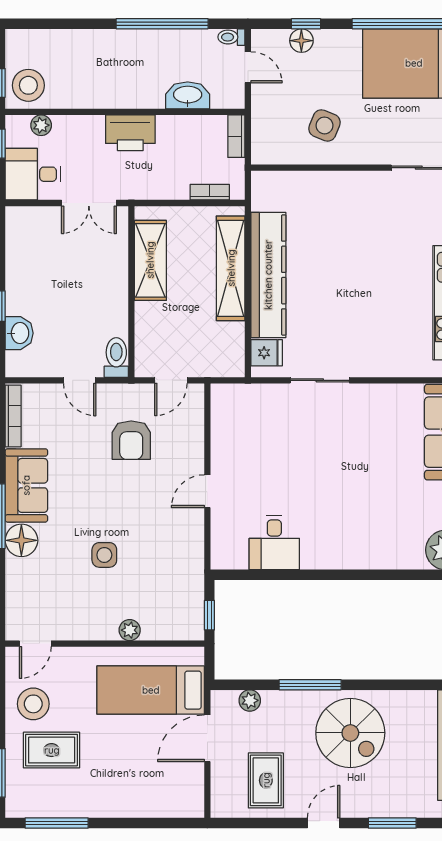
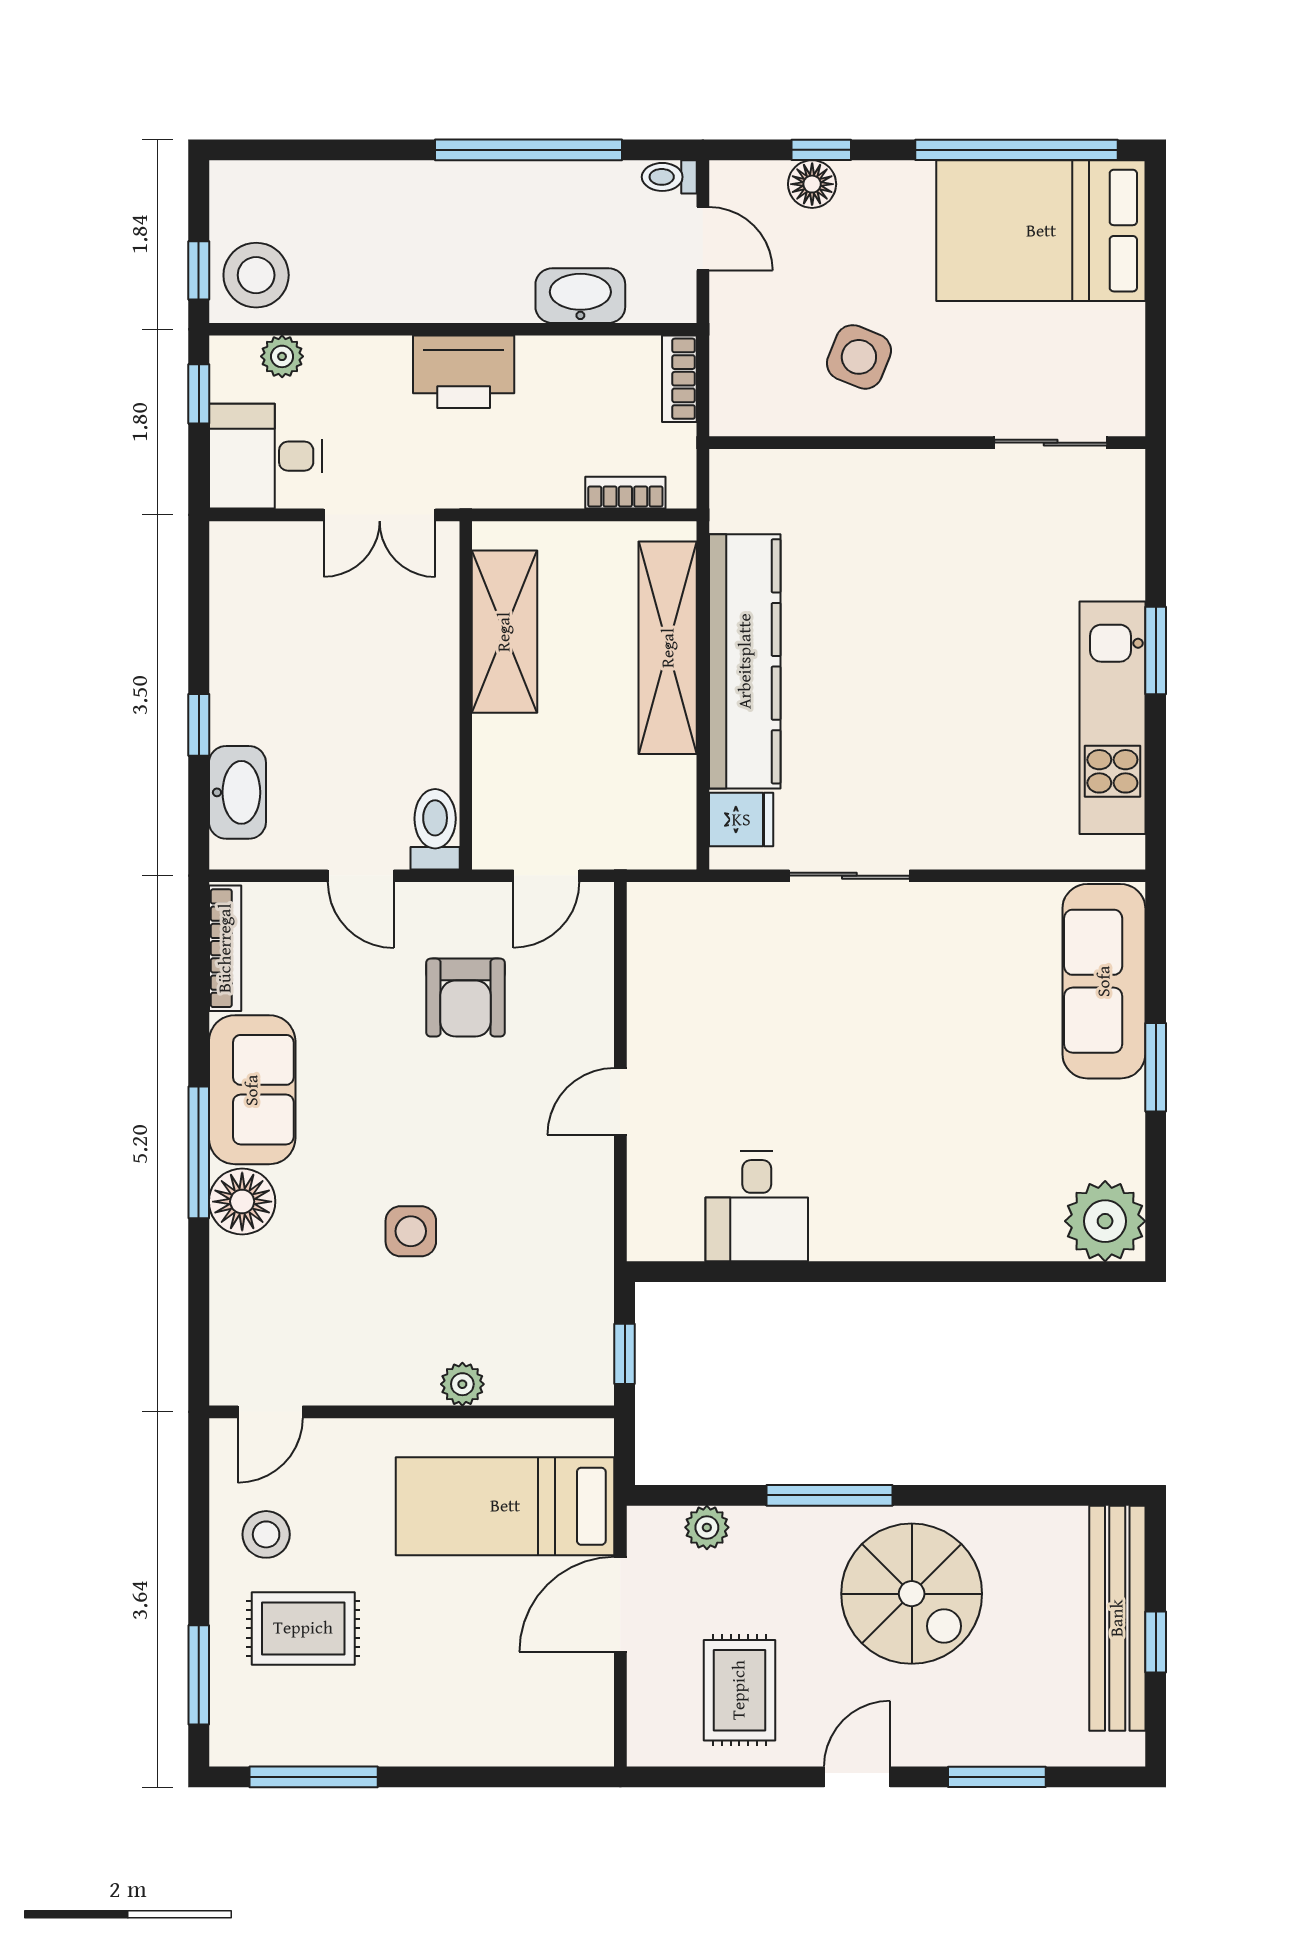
washbasin: (19, 333) -> (237, 792), width x1.38
stool: (33, 704) -> (266, 1534), width x0.73, depth x0.73

